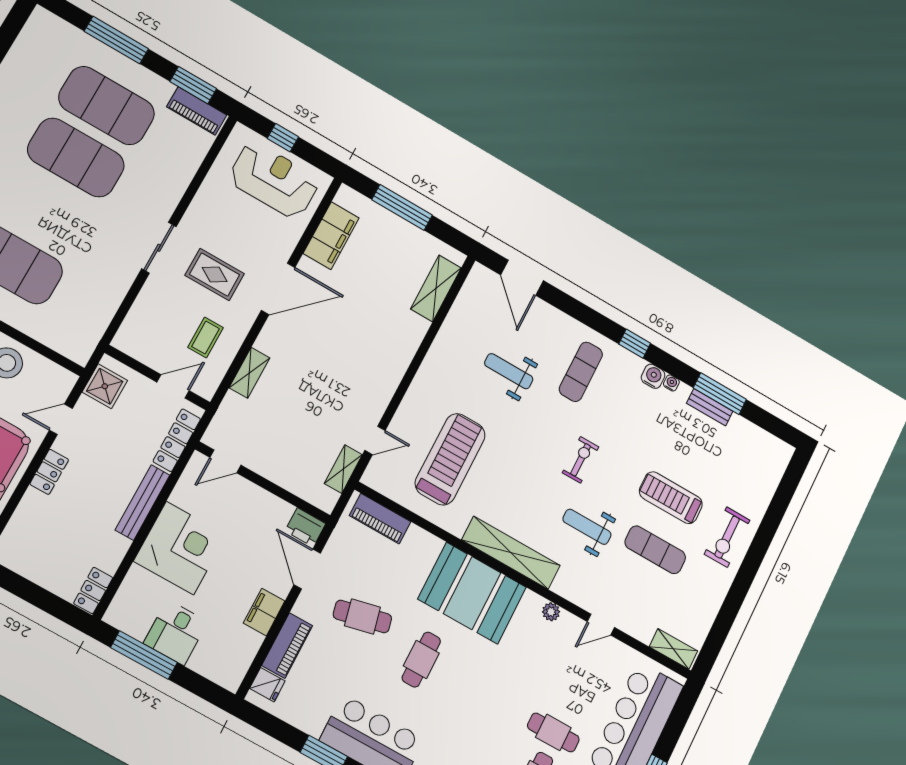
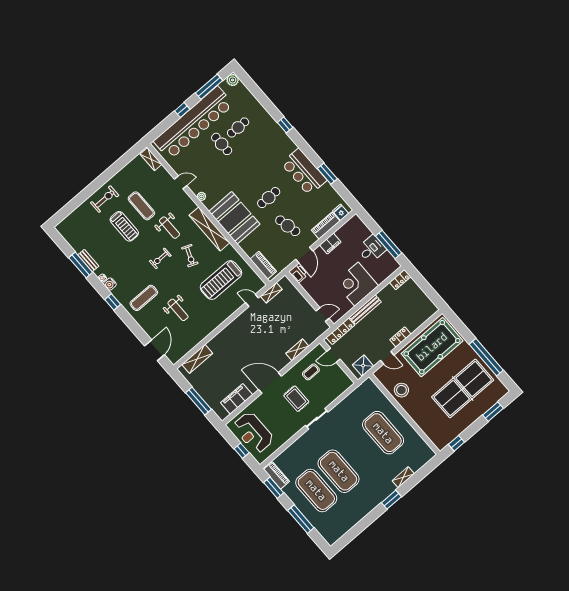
exercise bike: (528, 486) -> (190, 256), added

